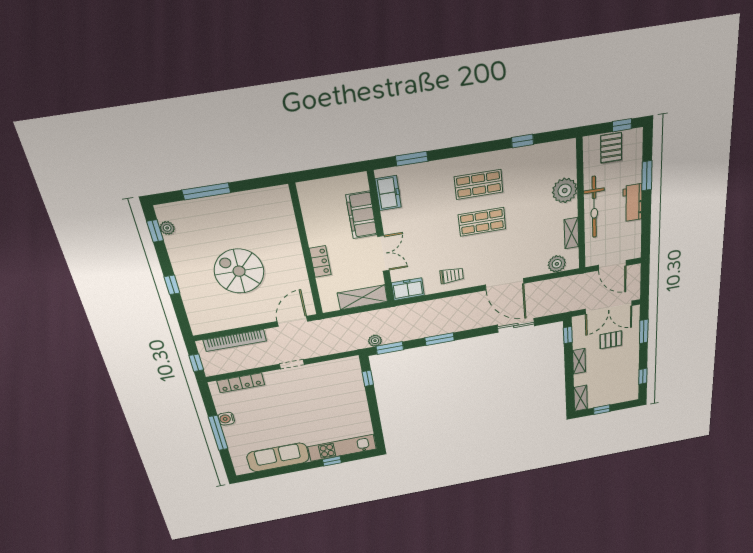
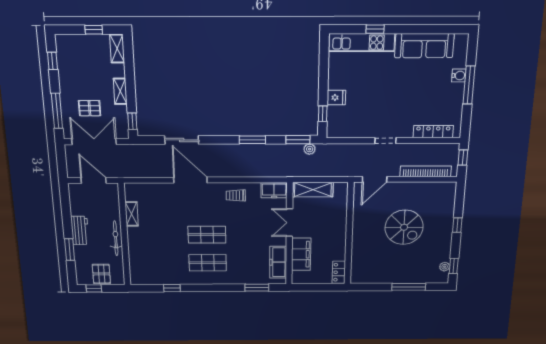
plant: (565, 191) -> (138, 248), removed
freezer: (388, 193) -> (278, 262), width x1.40
bicycle: (594, 207) -> (116, 238), width x0.73, depth x0.71
locker: (320, 262) -> (339, 272), moved
plant: (557, 264) -> (144, 190), removed
window: (644, 331) -> (57, 111), width x1.44
fridge: (357, 396) -> (336, 98), added
water cooler: (226, 419) -> (459, 75), moved

